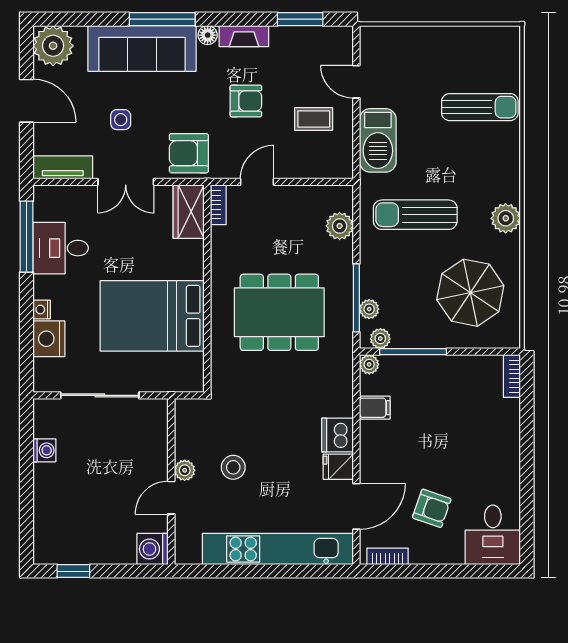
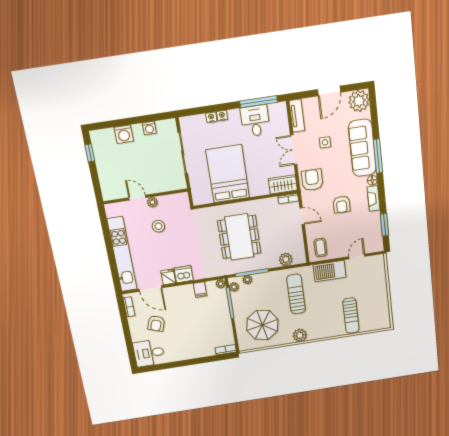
coffee table: (314, 119) -> (320, 248), moved
nightstand: (49, 339) -> (211, 117), width x0.53, depth x0.56
washing machine: (153, 549) -> (124, 134), moved, turned 180

